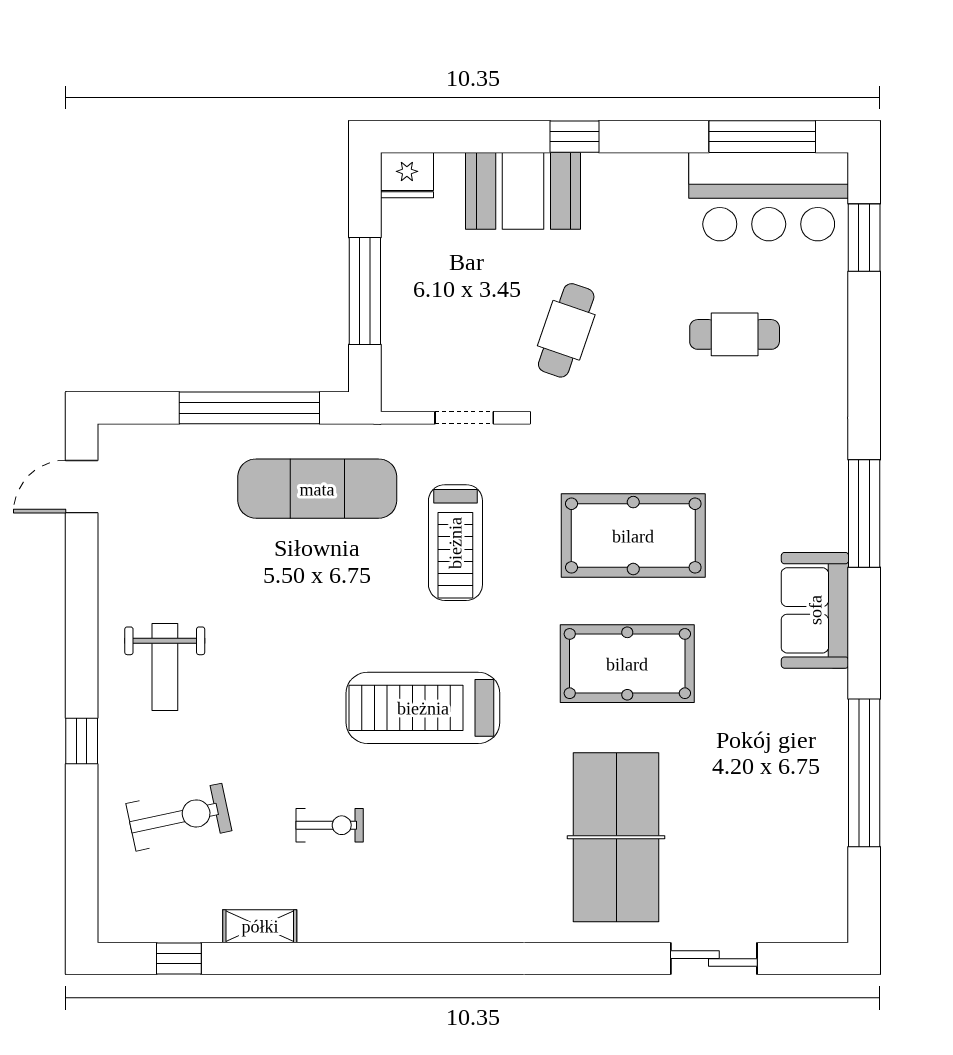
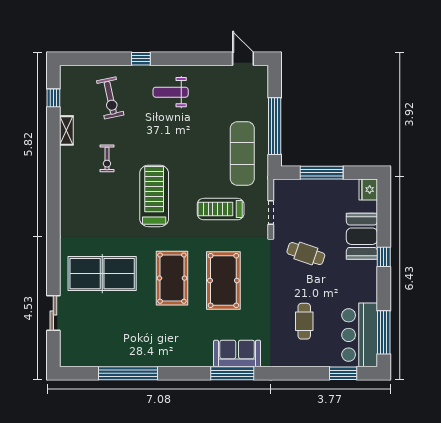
sofa: (815, 610) -> (237, 354), moved

